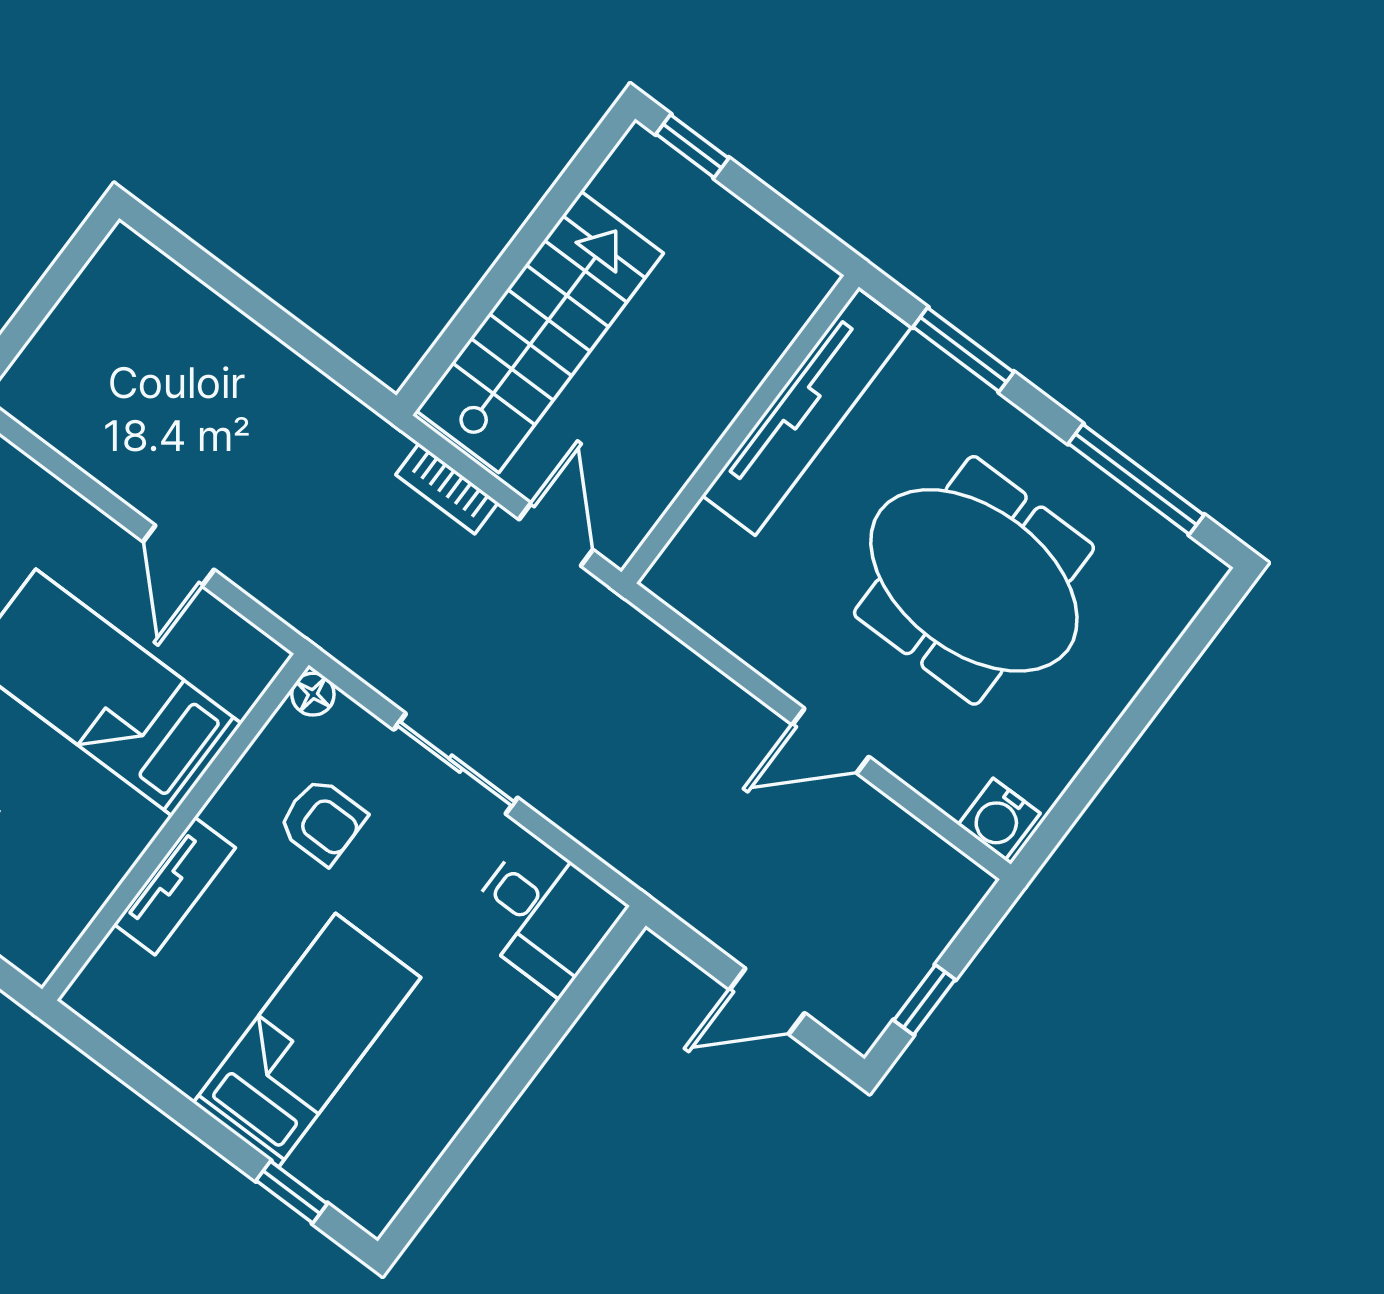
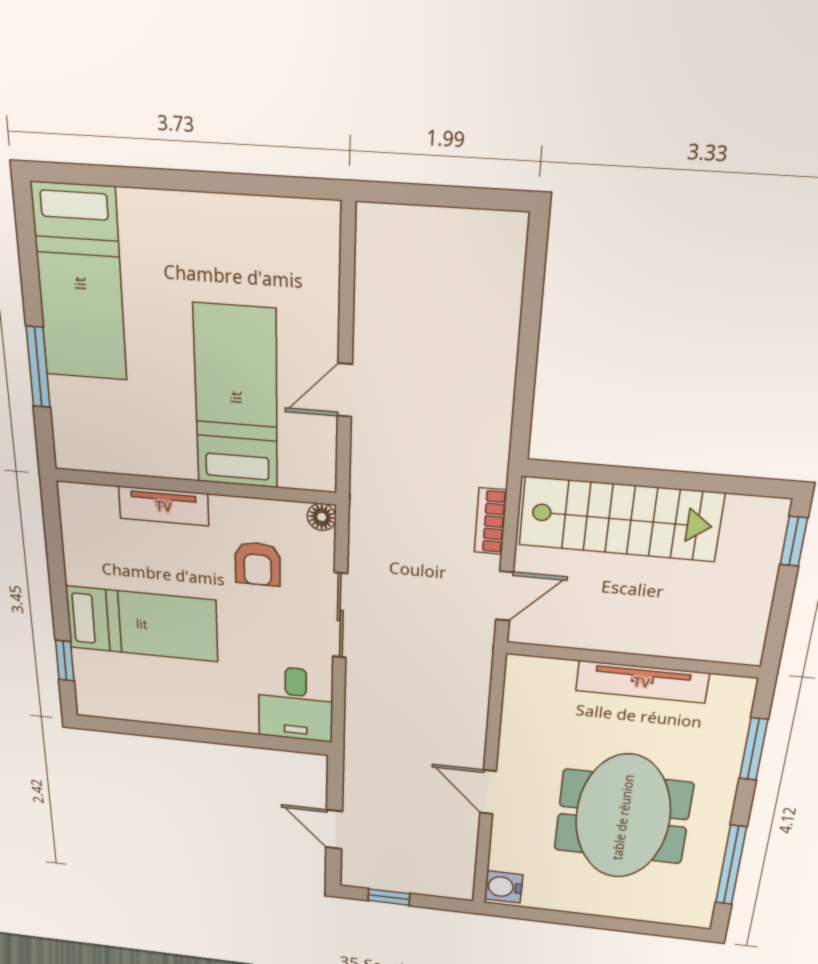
tv unit: (807, 412) -> (642, 682), width x0.73, depth x0.78

